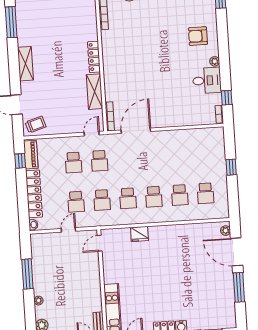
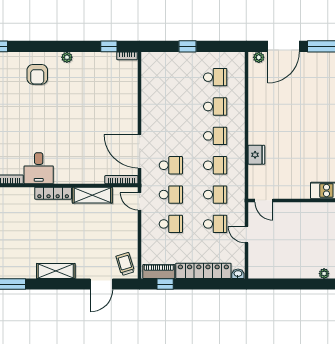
desk: (207, 80) -> (39, 168), moved, turned 180
school desk: (125, 159) -> (171, 165), added
window: (27, 274) -> (293, 284), removed

